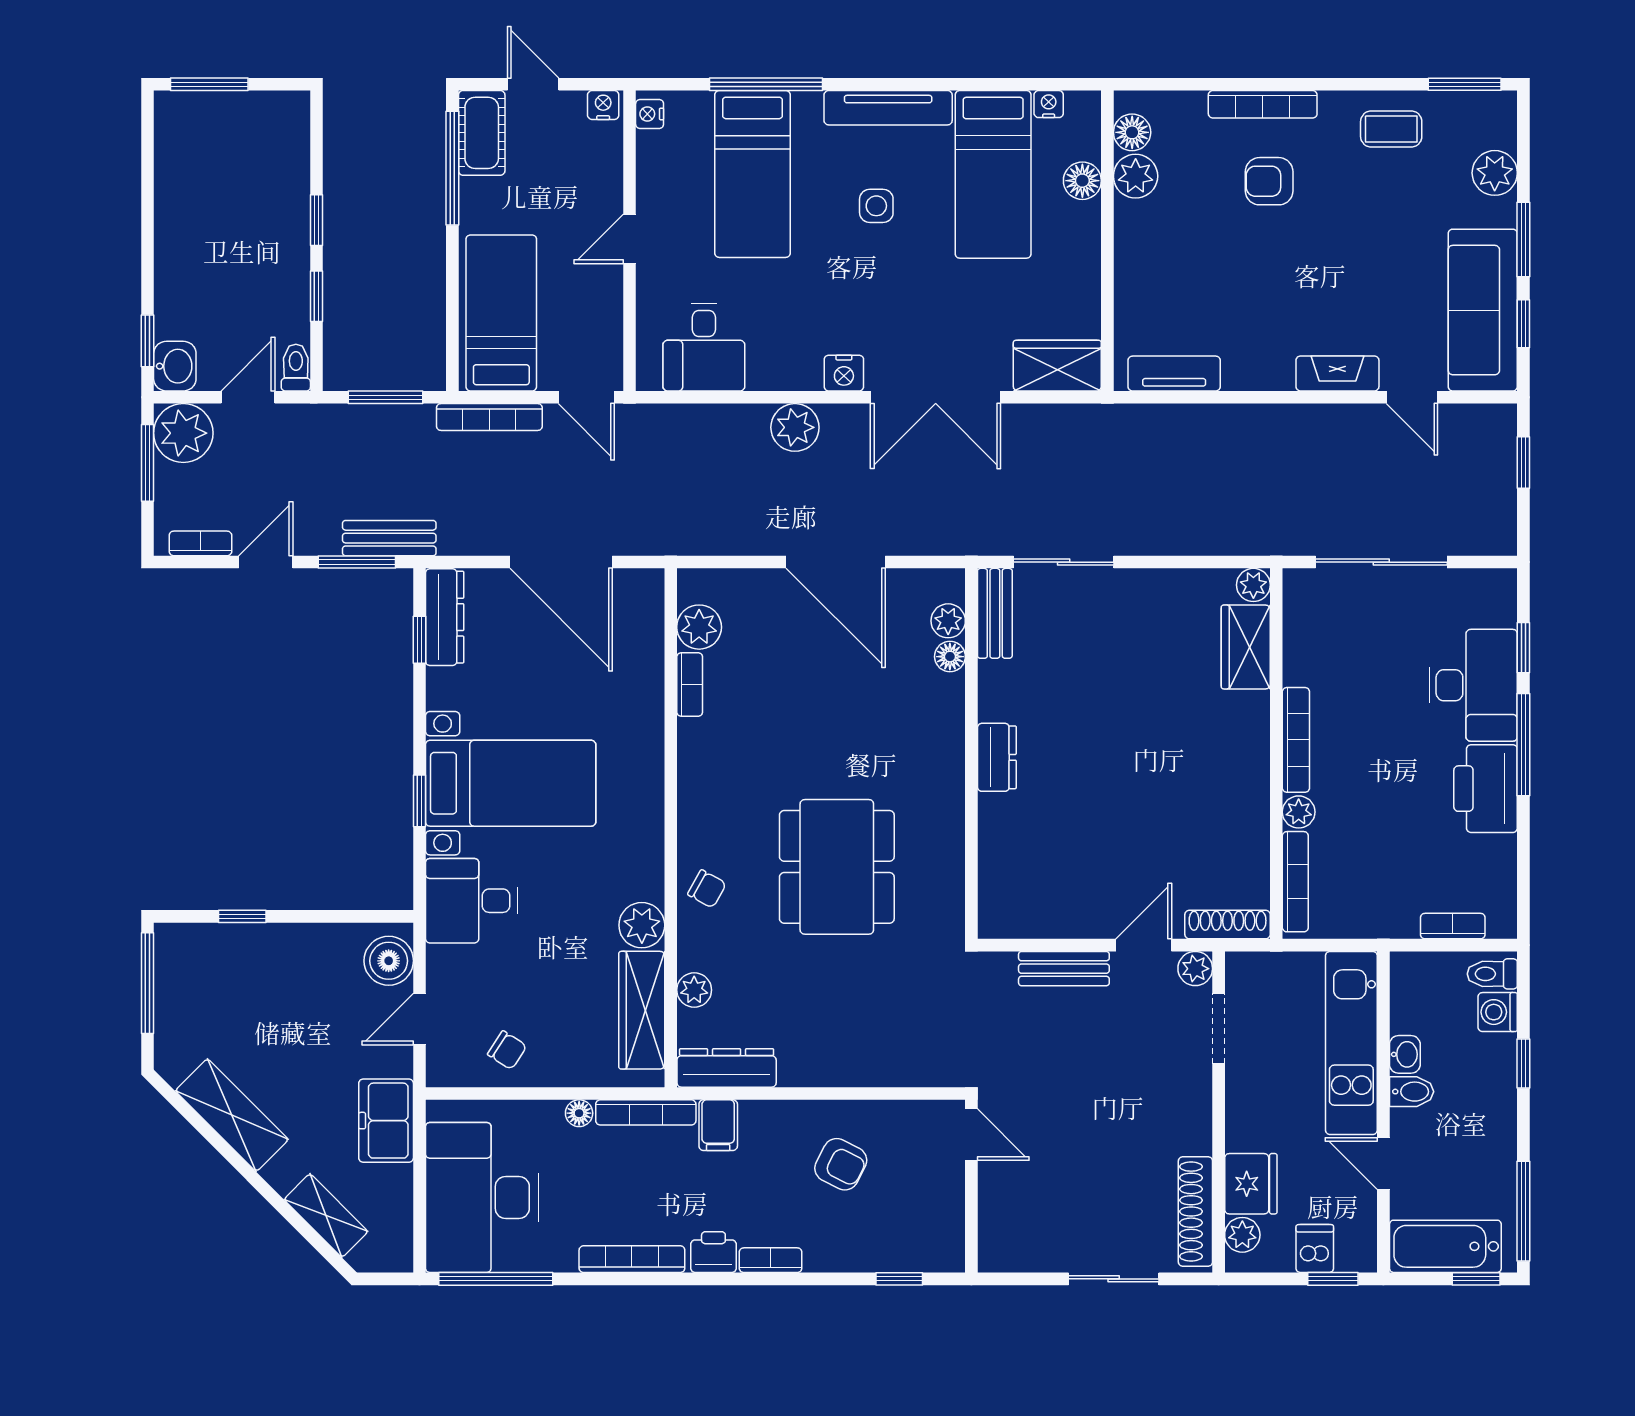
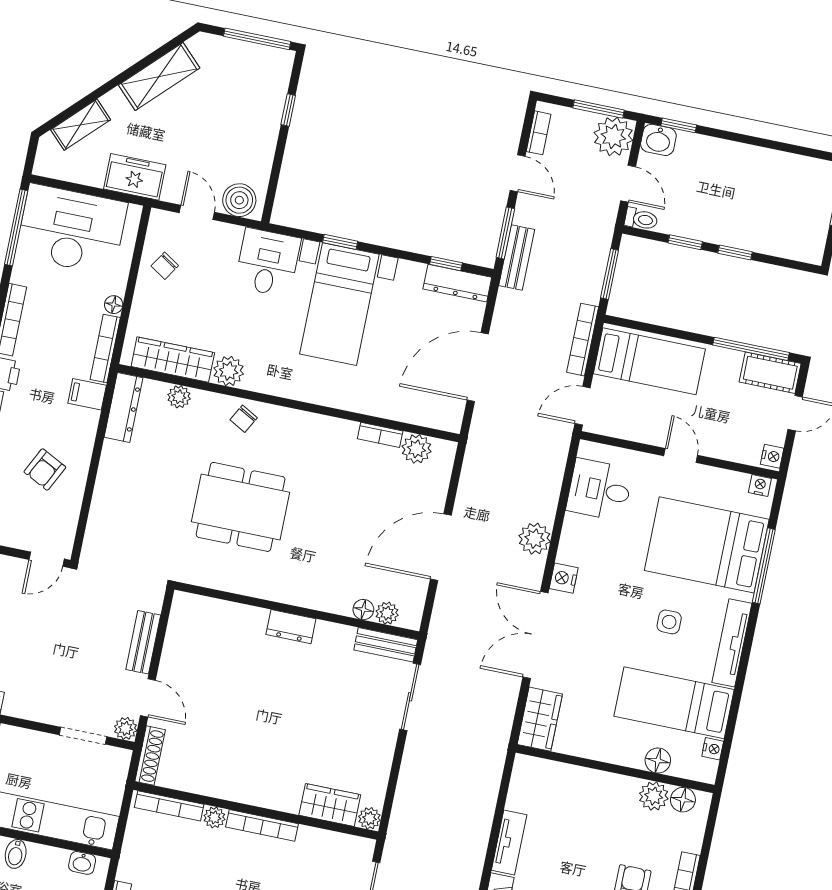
bed: (752, 174) -> (707, 545), width x1.50
tv unit: (1174, 374) -> (509, 843), moved
washbasin: (1405, 1054) -> (82, 863), moved

